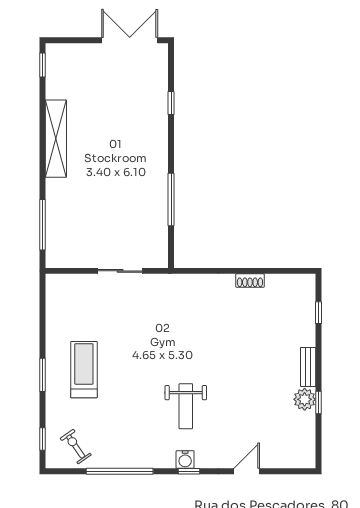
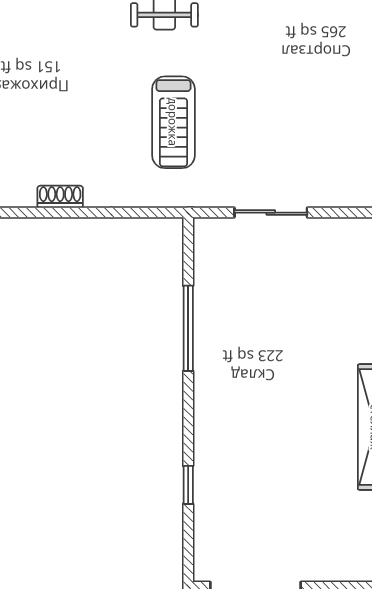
treadmill: (84, 370) -> (173, 122), moved

